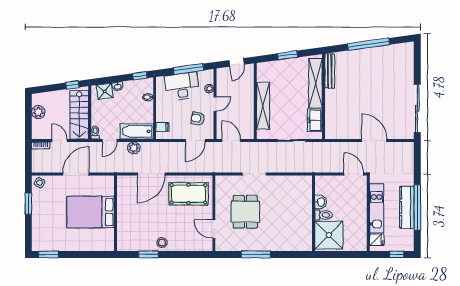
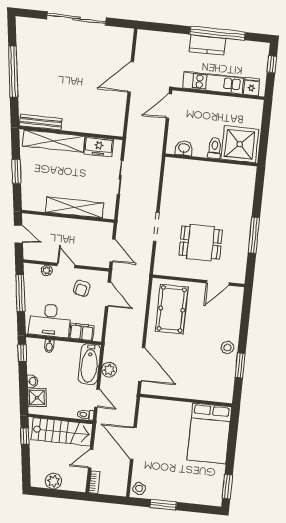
desk: (182, 86) -> (50, 320), moved, turned -82
sliding door: (417, 108) -> (76, 18), moved
filing cabinet: (162, 127) -> (82, 332), width x2.00
door: (231, 141) -> (113, 250), swing flipped
door: (151, 174) -> (142, 364), moved
washbasin: (321, 202) -> (184, 148), moved
kitchen counter: (407, 207) -> (207, 45), width x0.67
bed: (90, 212) -> (209, 433), moved

